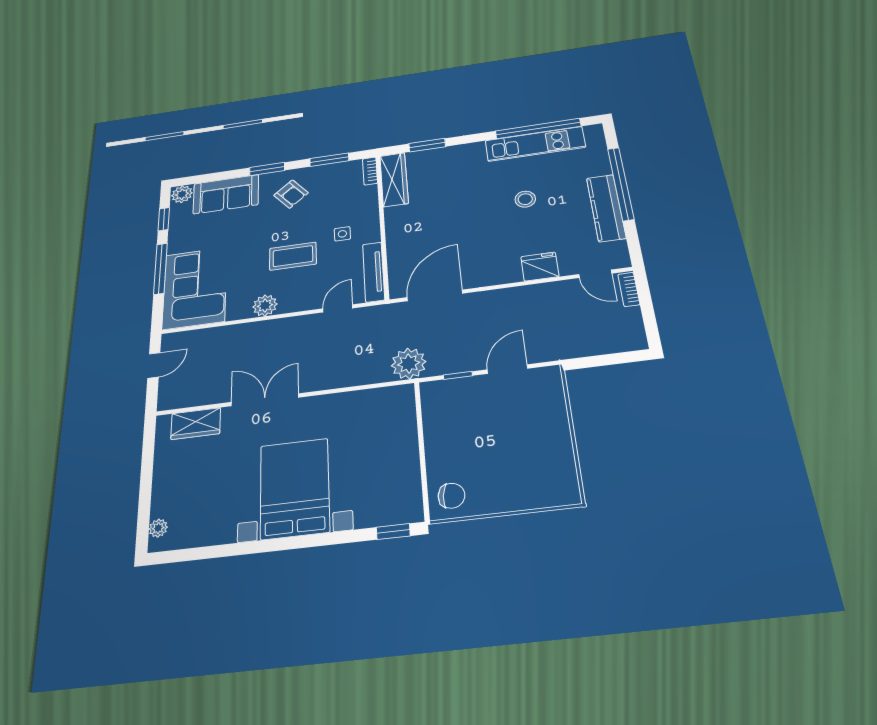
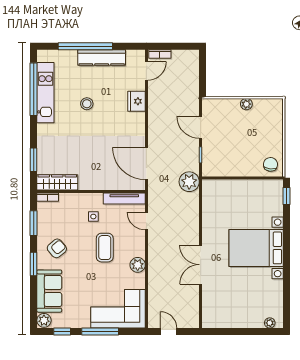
wardrobe: (196, 424) -> (210, 305), removed
plant: (561, 440) -> (246, 104), added

